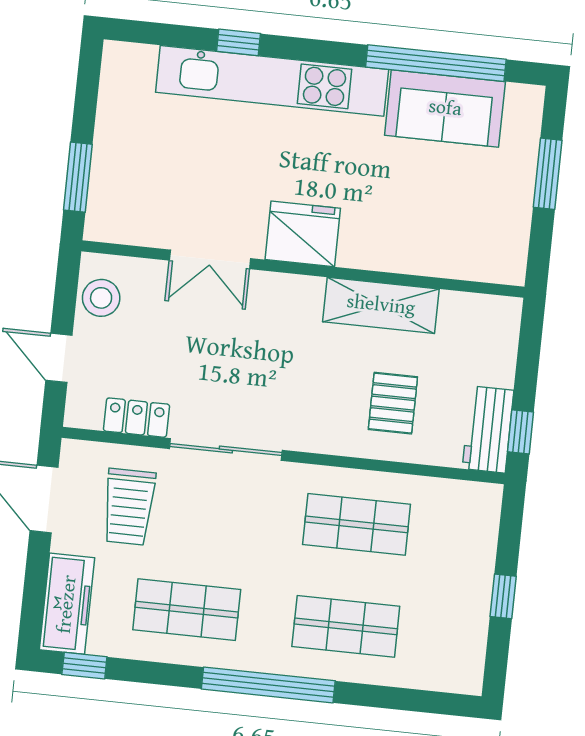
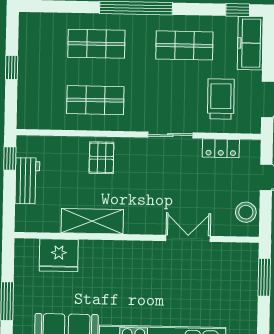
fridge: (303, 234) -> (59, 255), moved
pallet: (393, 403) -> (101, 158), moved
workbench: (488, 429) -> (27, 181), moved
sliding door: (226, 449) -> (170, 135), width x0.73

